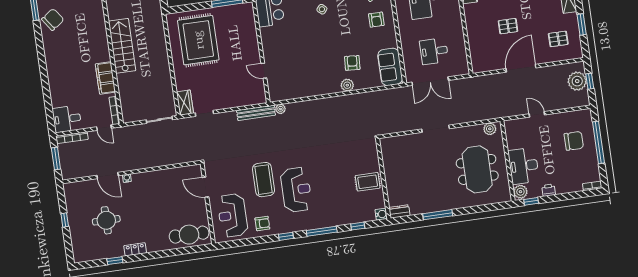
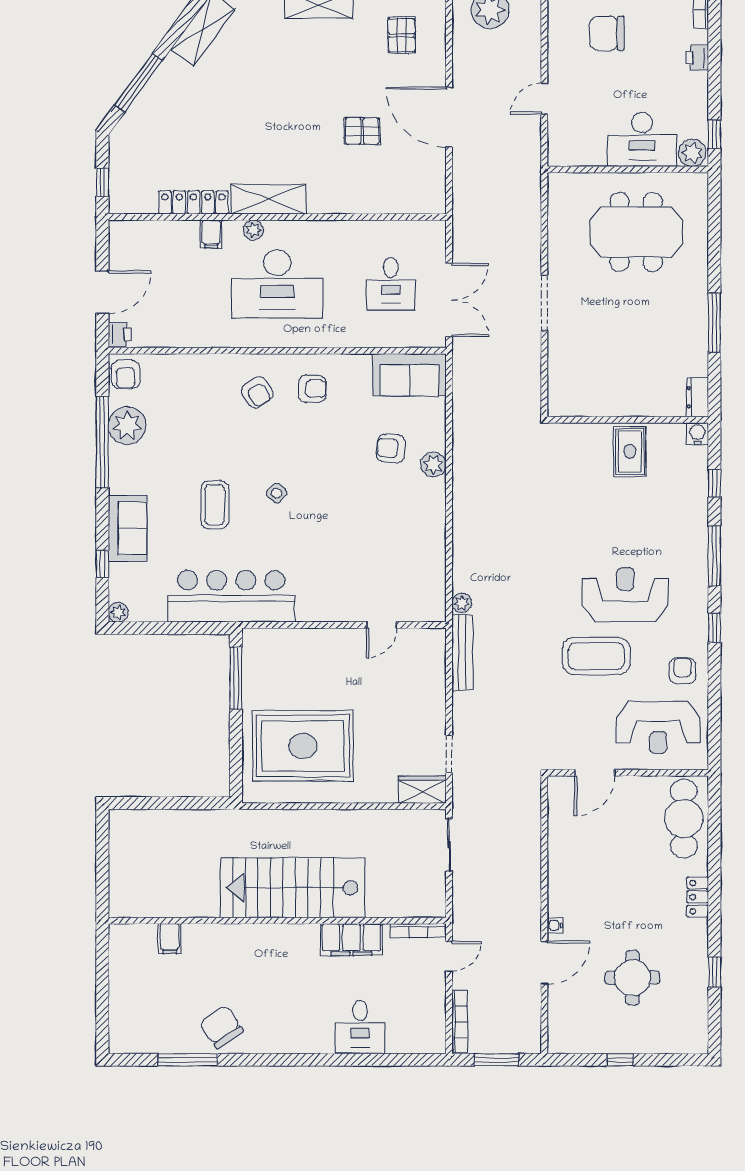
pallet: (508, 26) -> (362, 131), turned 90
stairs: (122, 46) -> (293, 888), width x1.36, depth x1.51
desk: (67, 119) -> (360, 1027), moved
plant: (490, 129) -> (560, 196), removed
chair: (574, 141) -> (607, 33), turned -90
printer: (549, 190) -> (697, 58), moved
locker: (135, 249) -> (698, 897), moved

